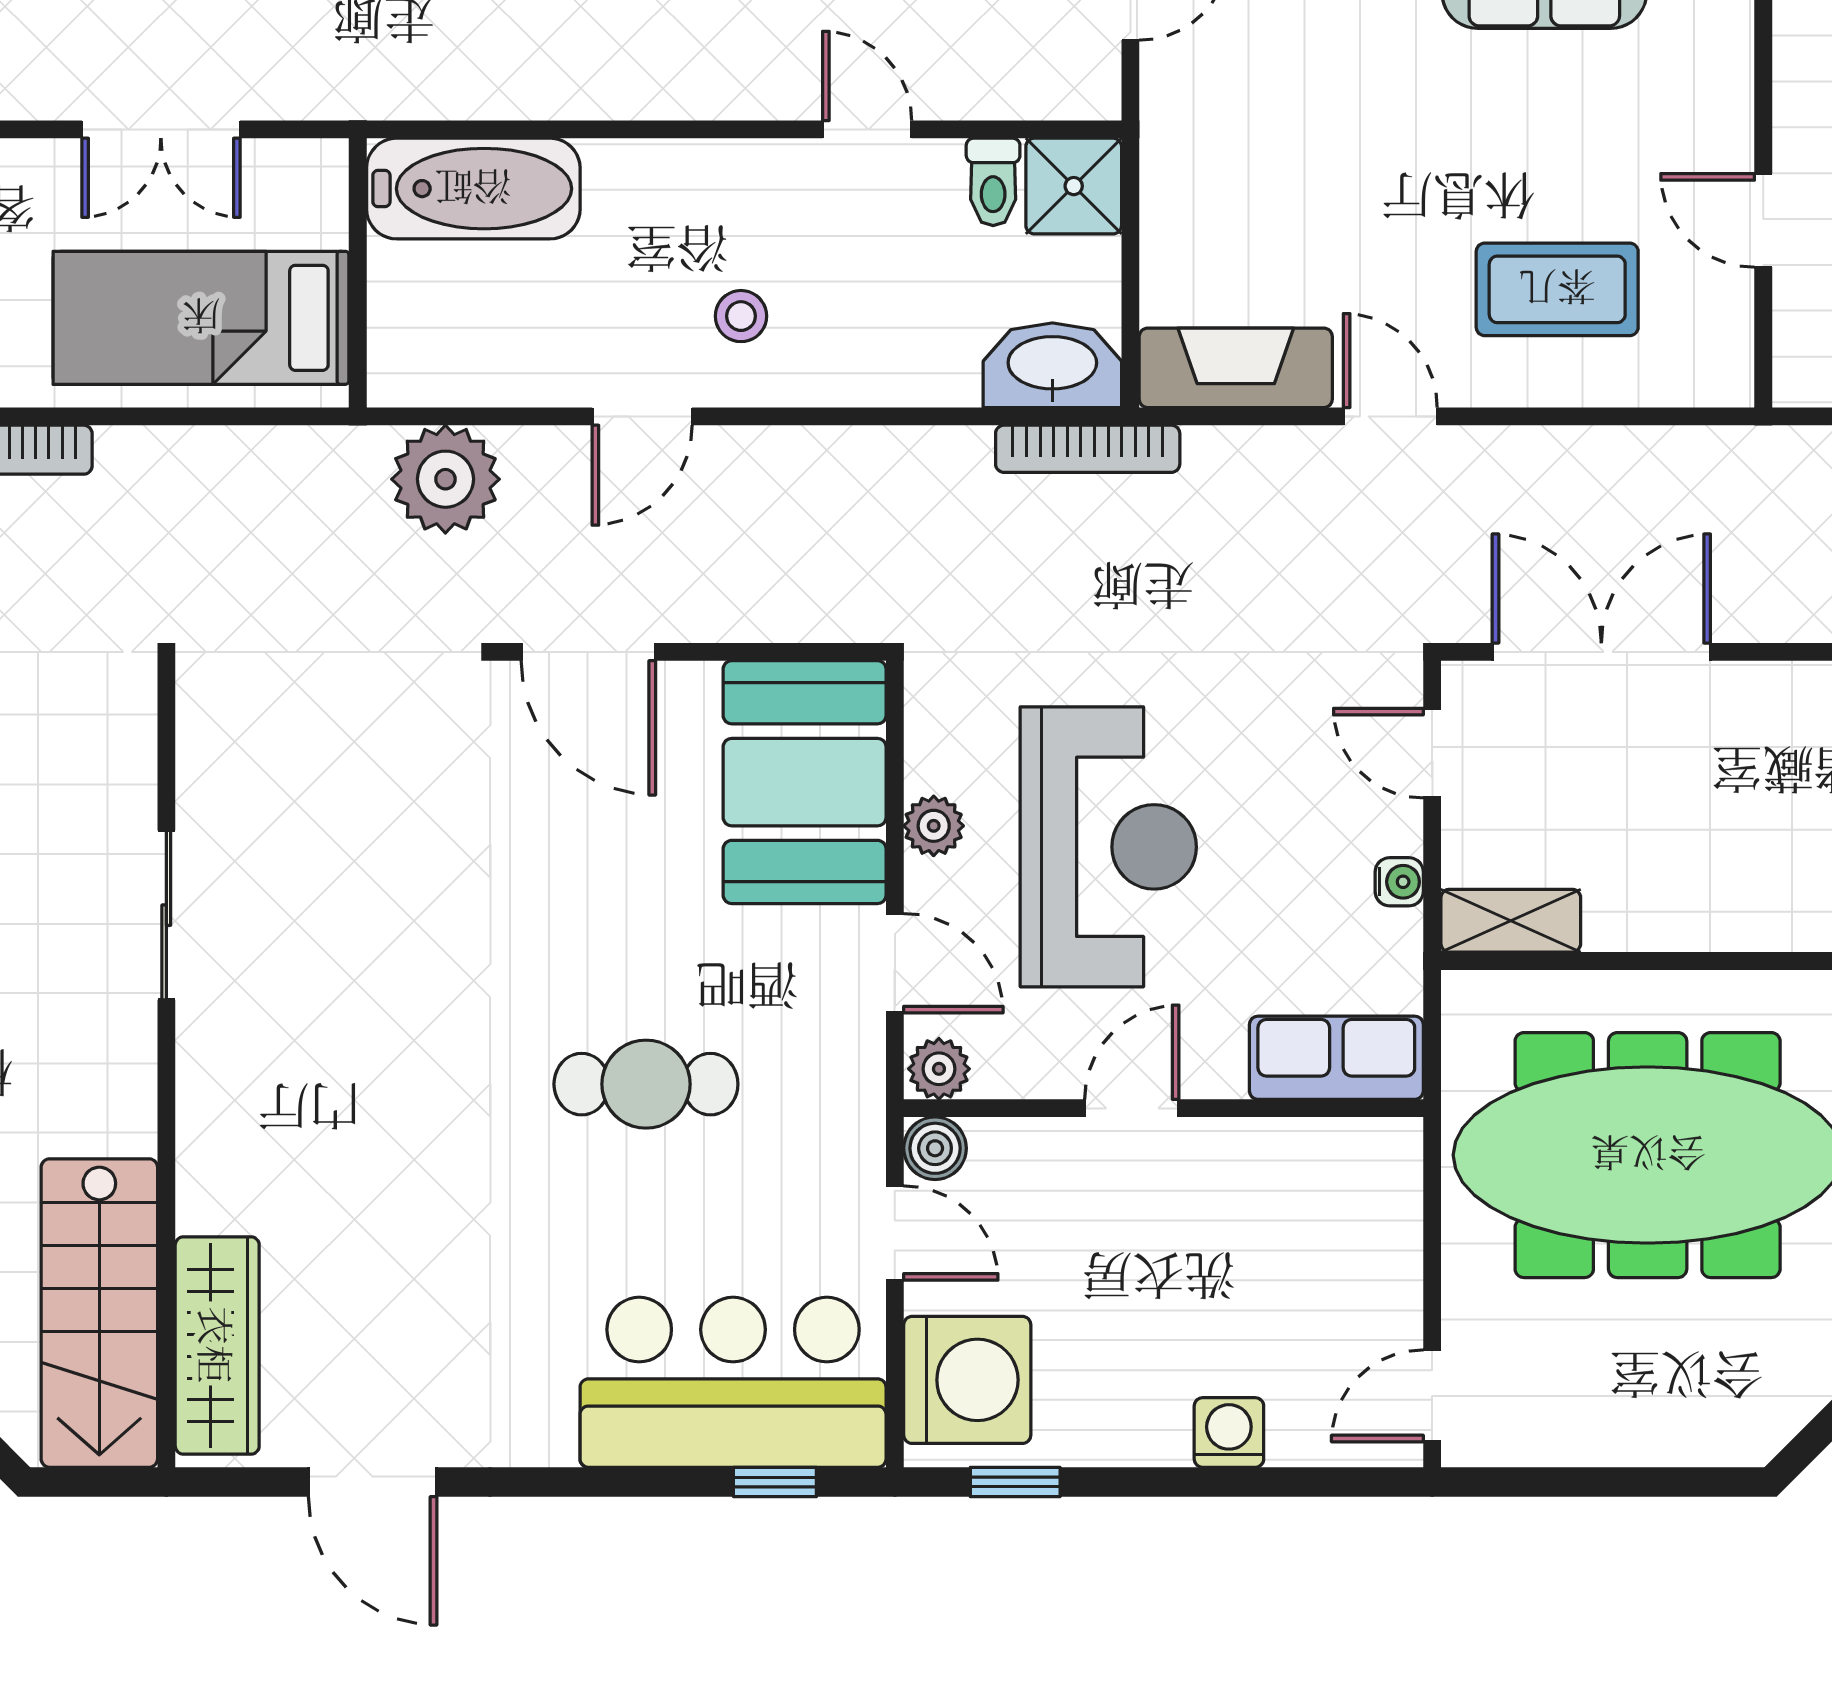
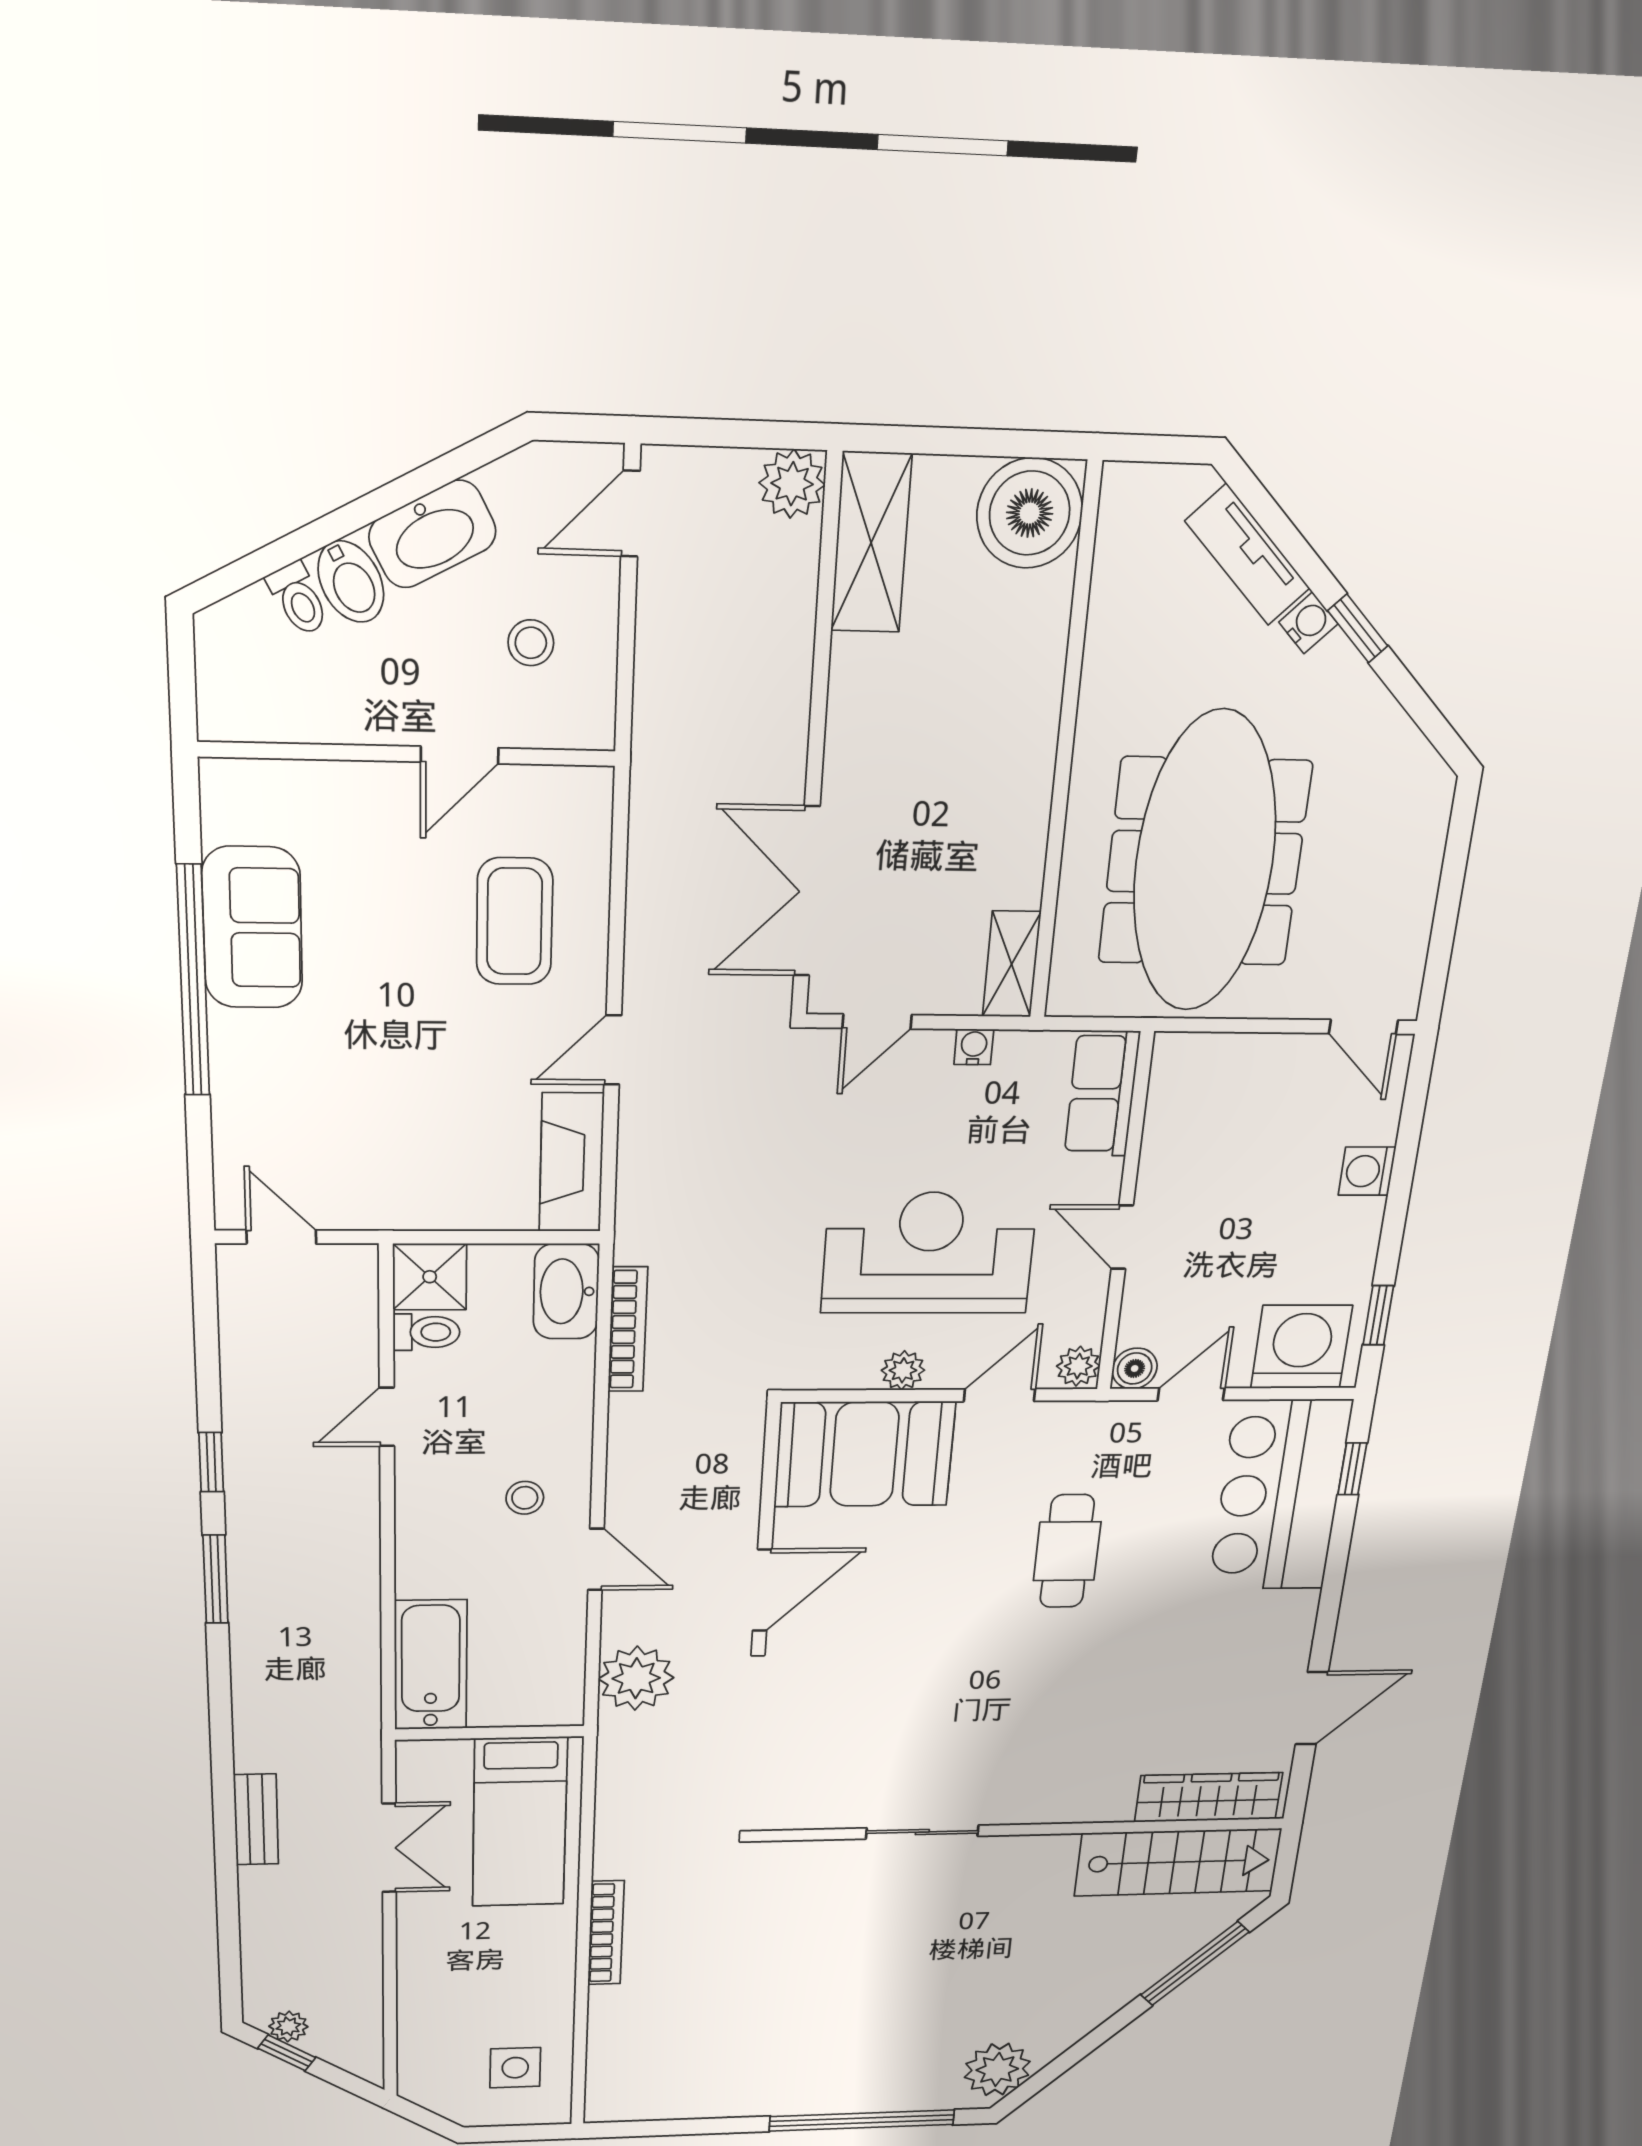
bookcase: (1088, 449) -> (628, 1330), moved

